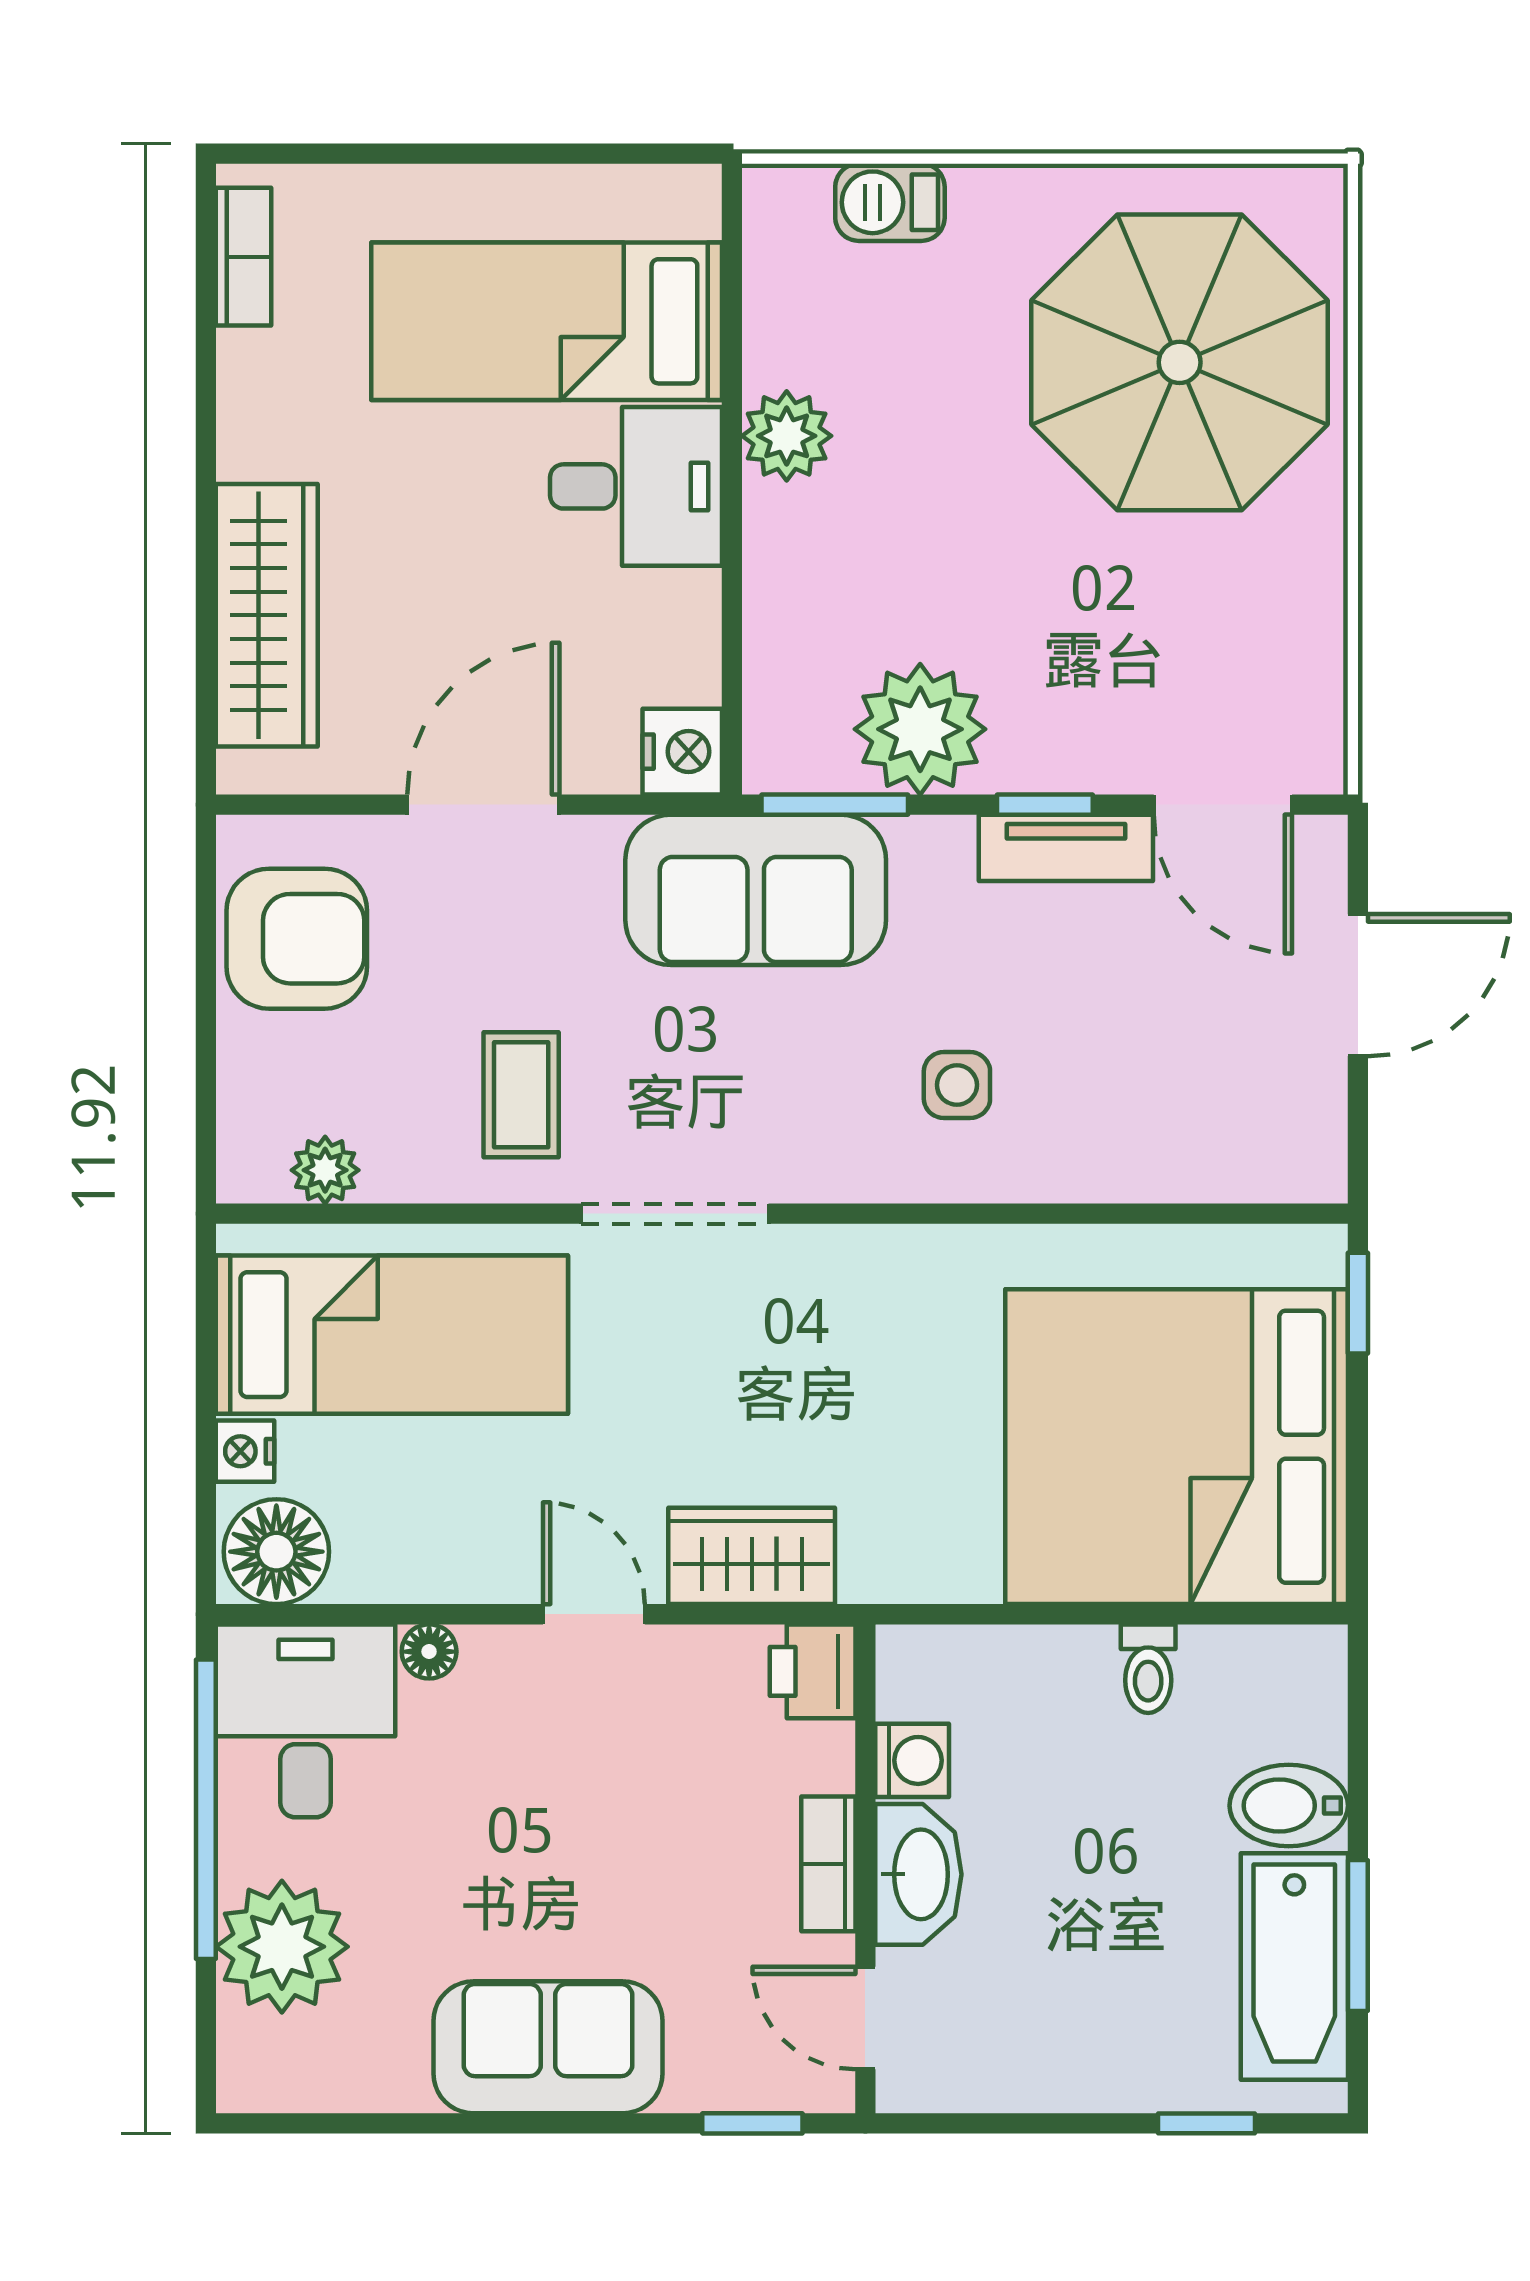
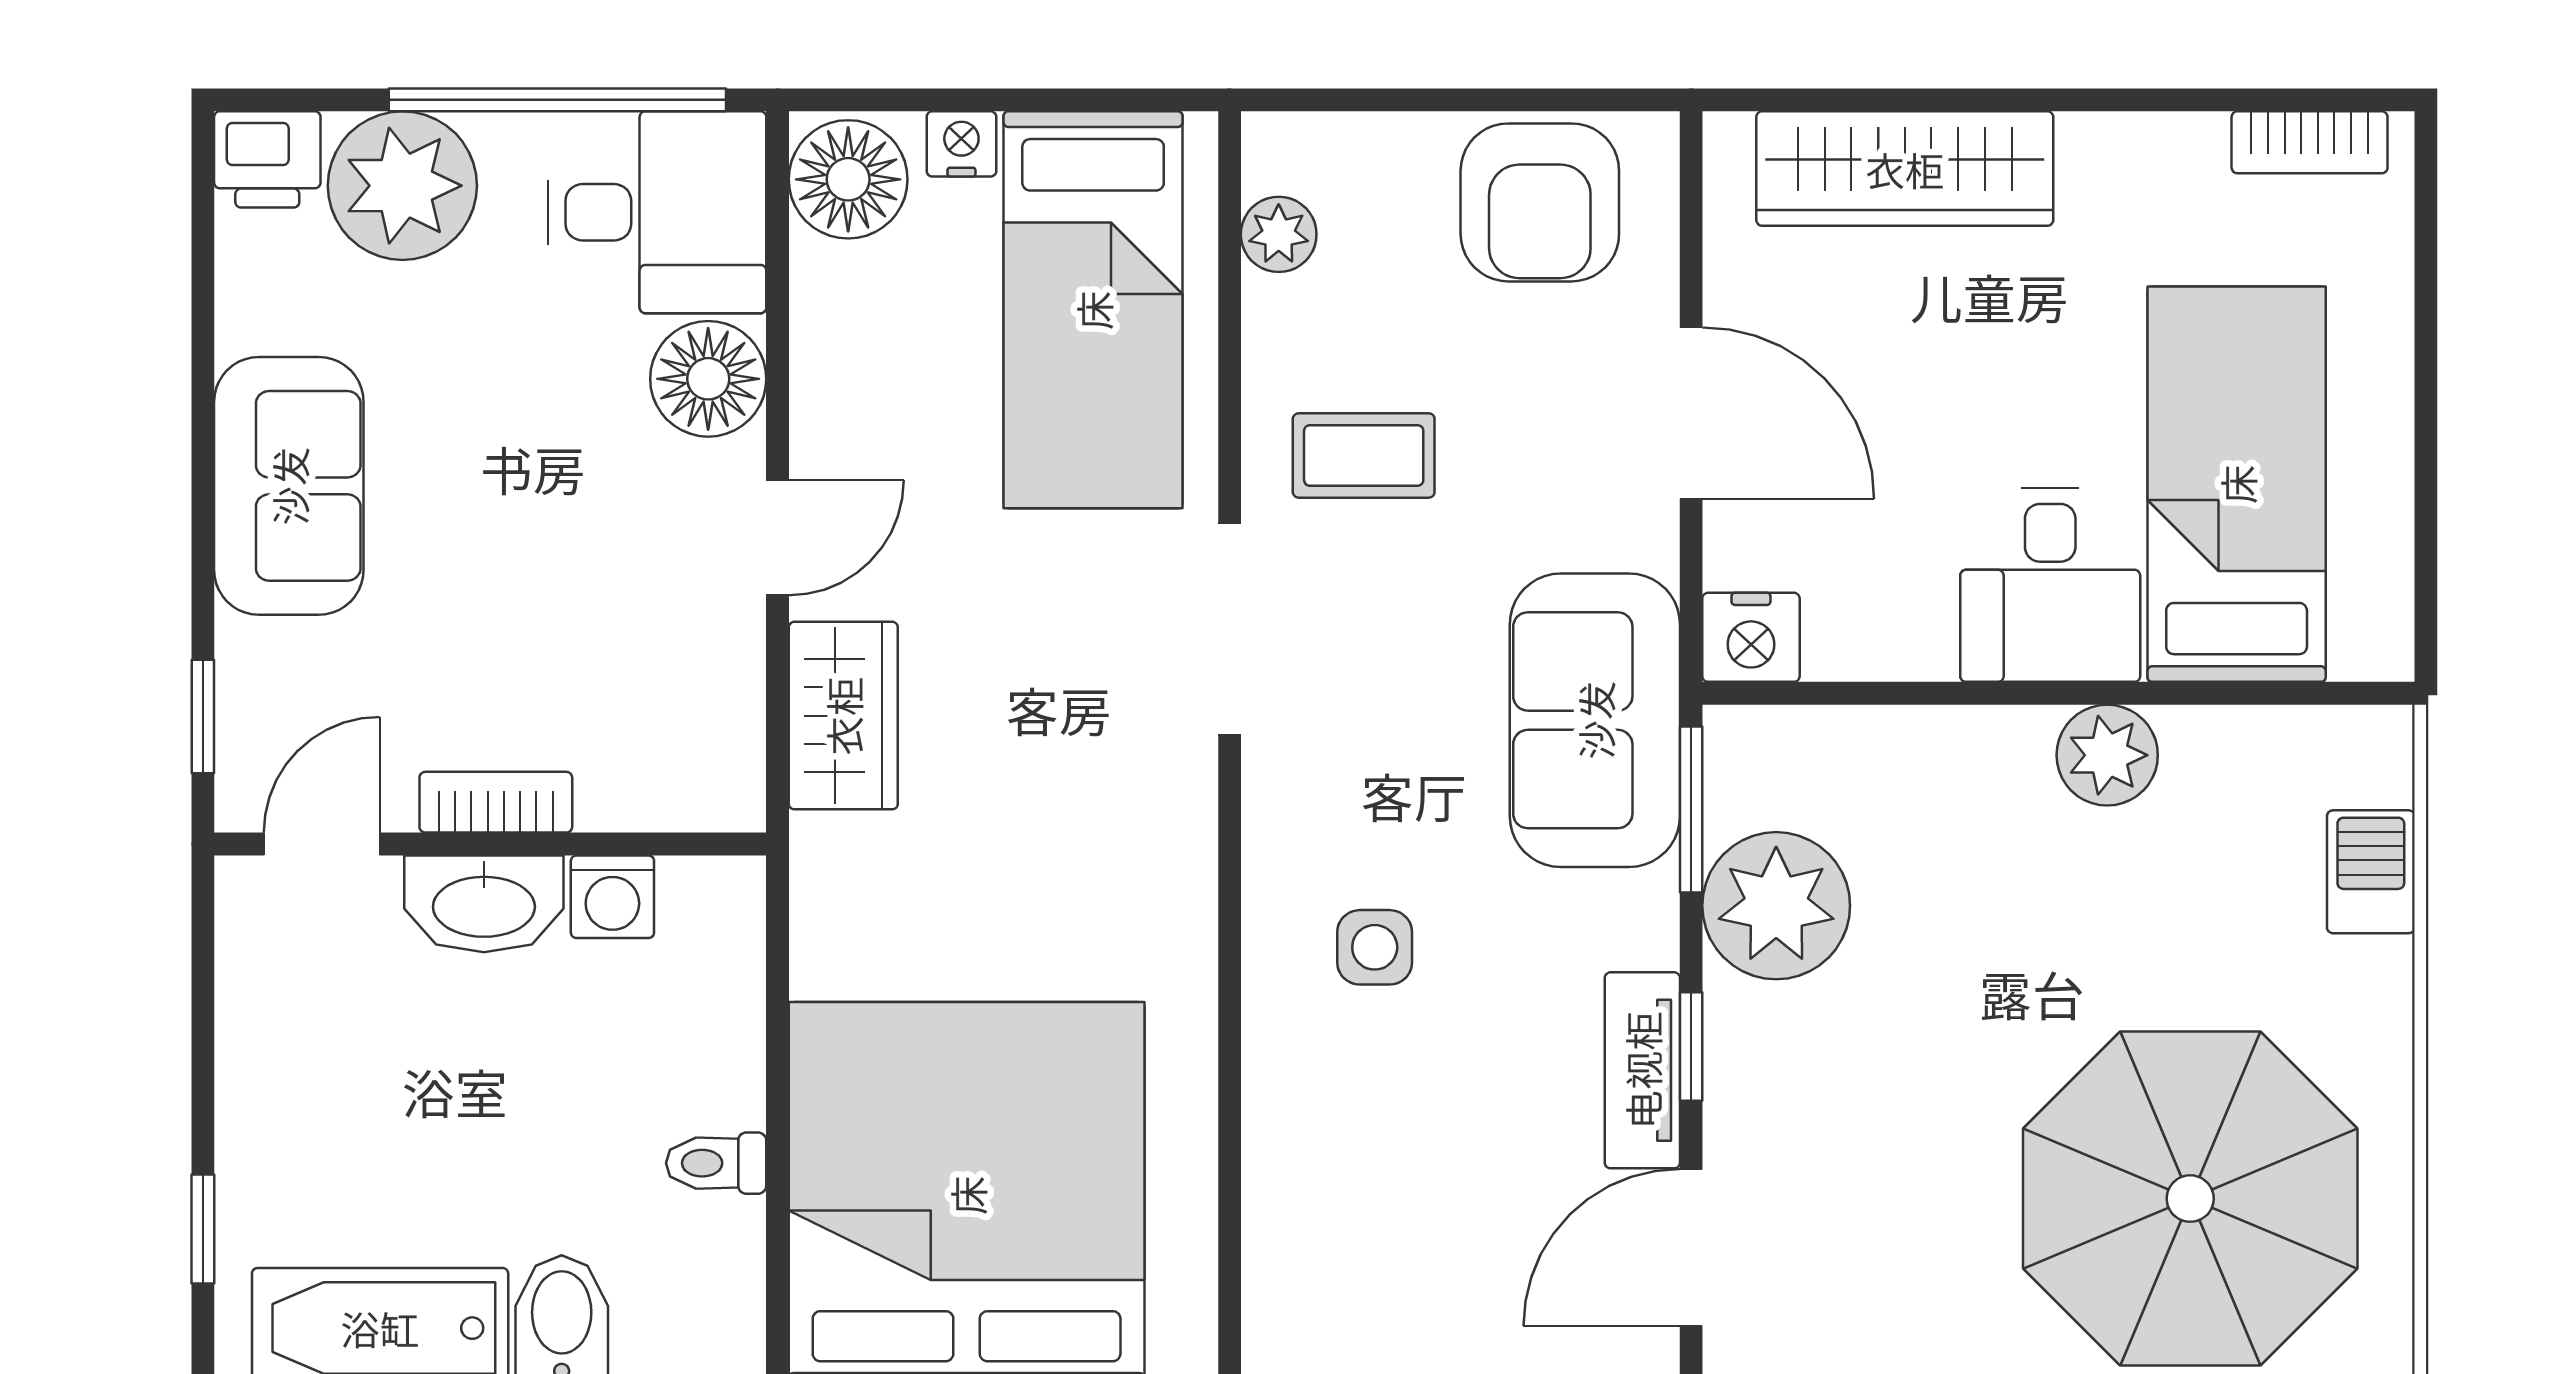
floor lamp: (429, 1652) -> (708, 379), width x1.89, depth x1.89
printer: (813, 1671) -> (267, 159), moved, turned 180

